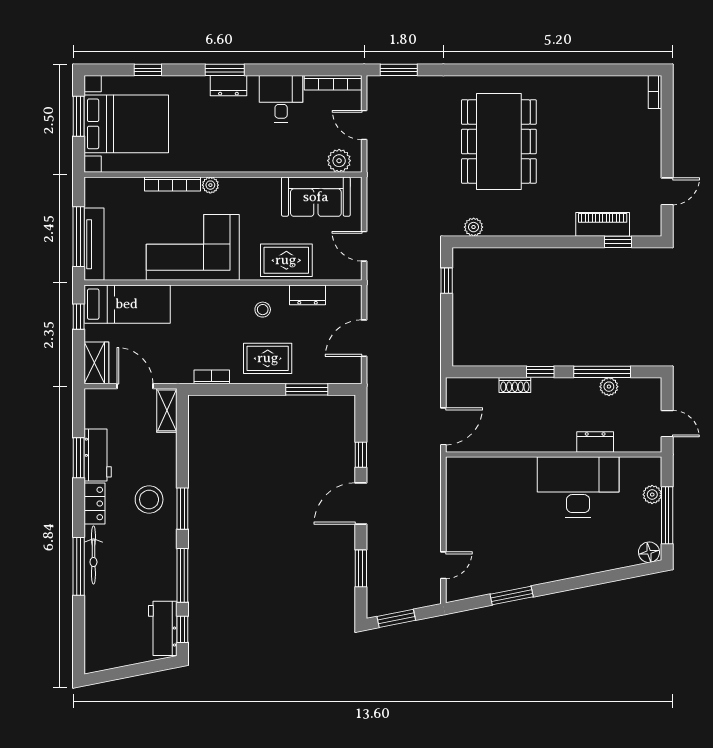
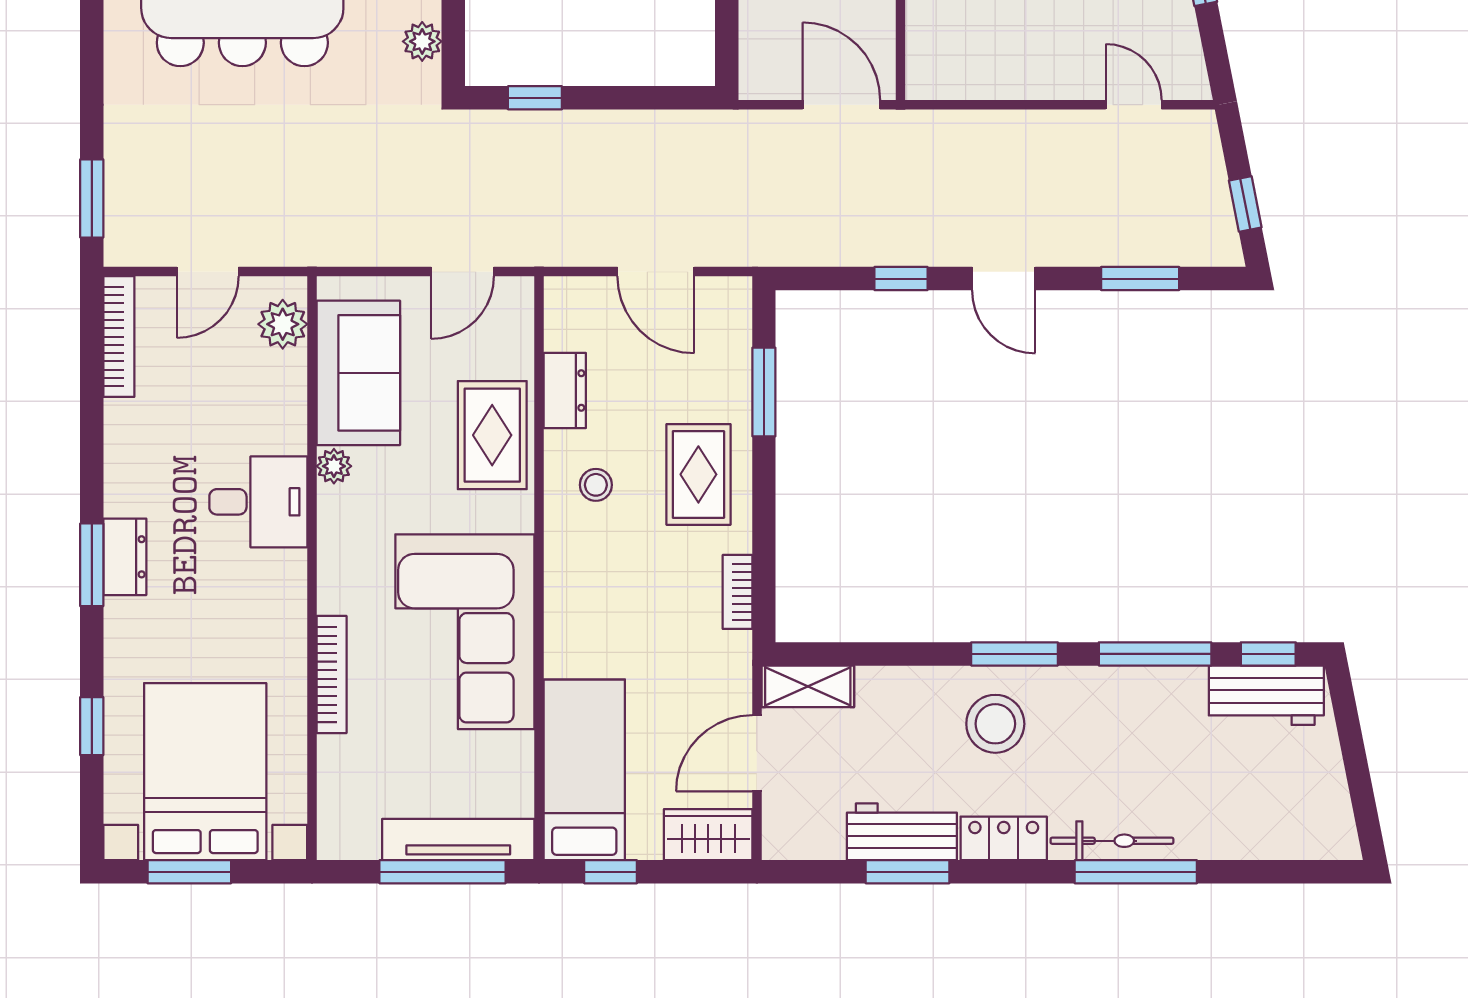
desk: (281, 99) -> (258, 502), moved, turned 180
plant: (210, 185) -> (334, 466), moved
door: (361, 504) -> (1004, 279), width x0.73
window: (396, 618) -> (1245, 204), width x0.67

